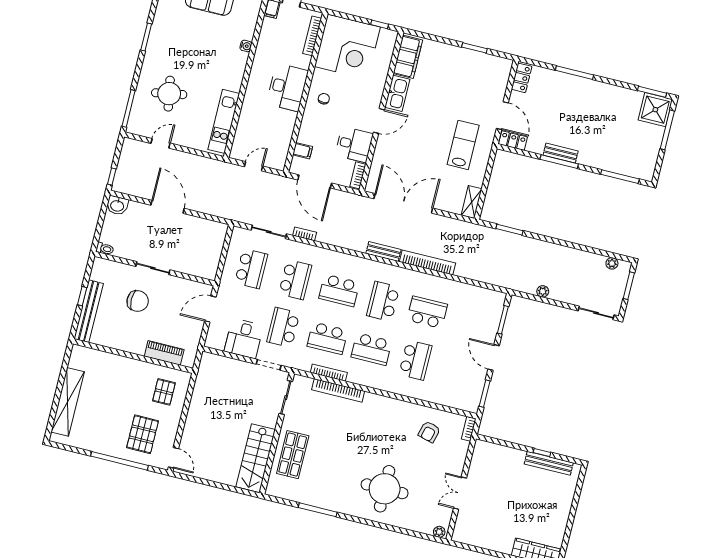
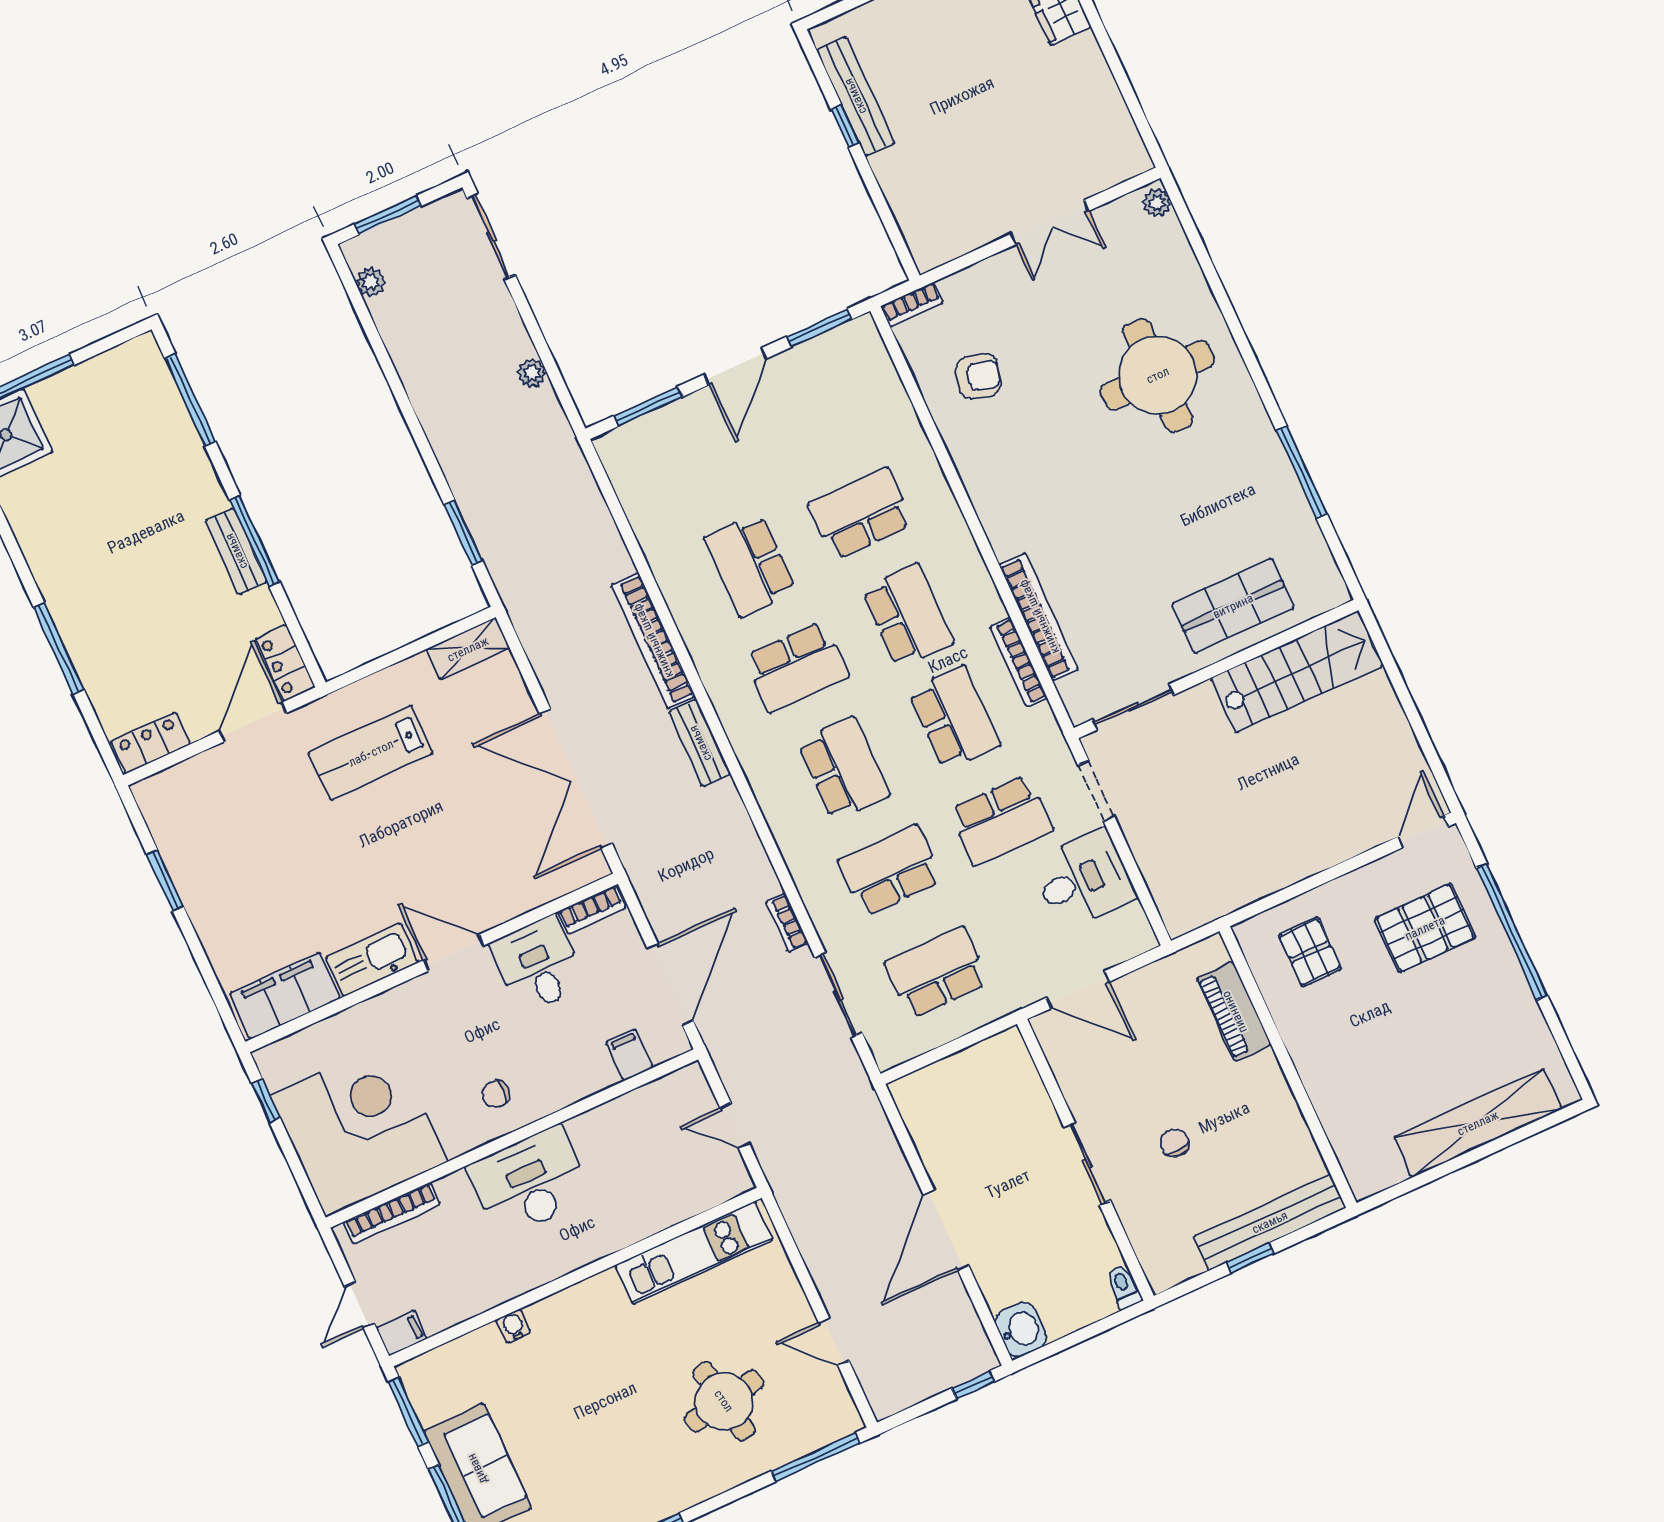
chair: (138, 301) -> (1174, 1143), width x0.54, depth x0.54
pallet: (164, 392) -> (1310, 952), turned 90

